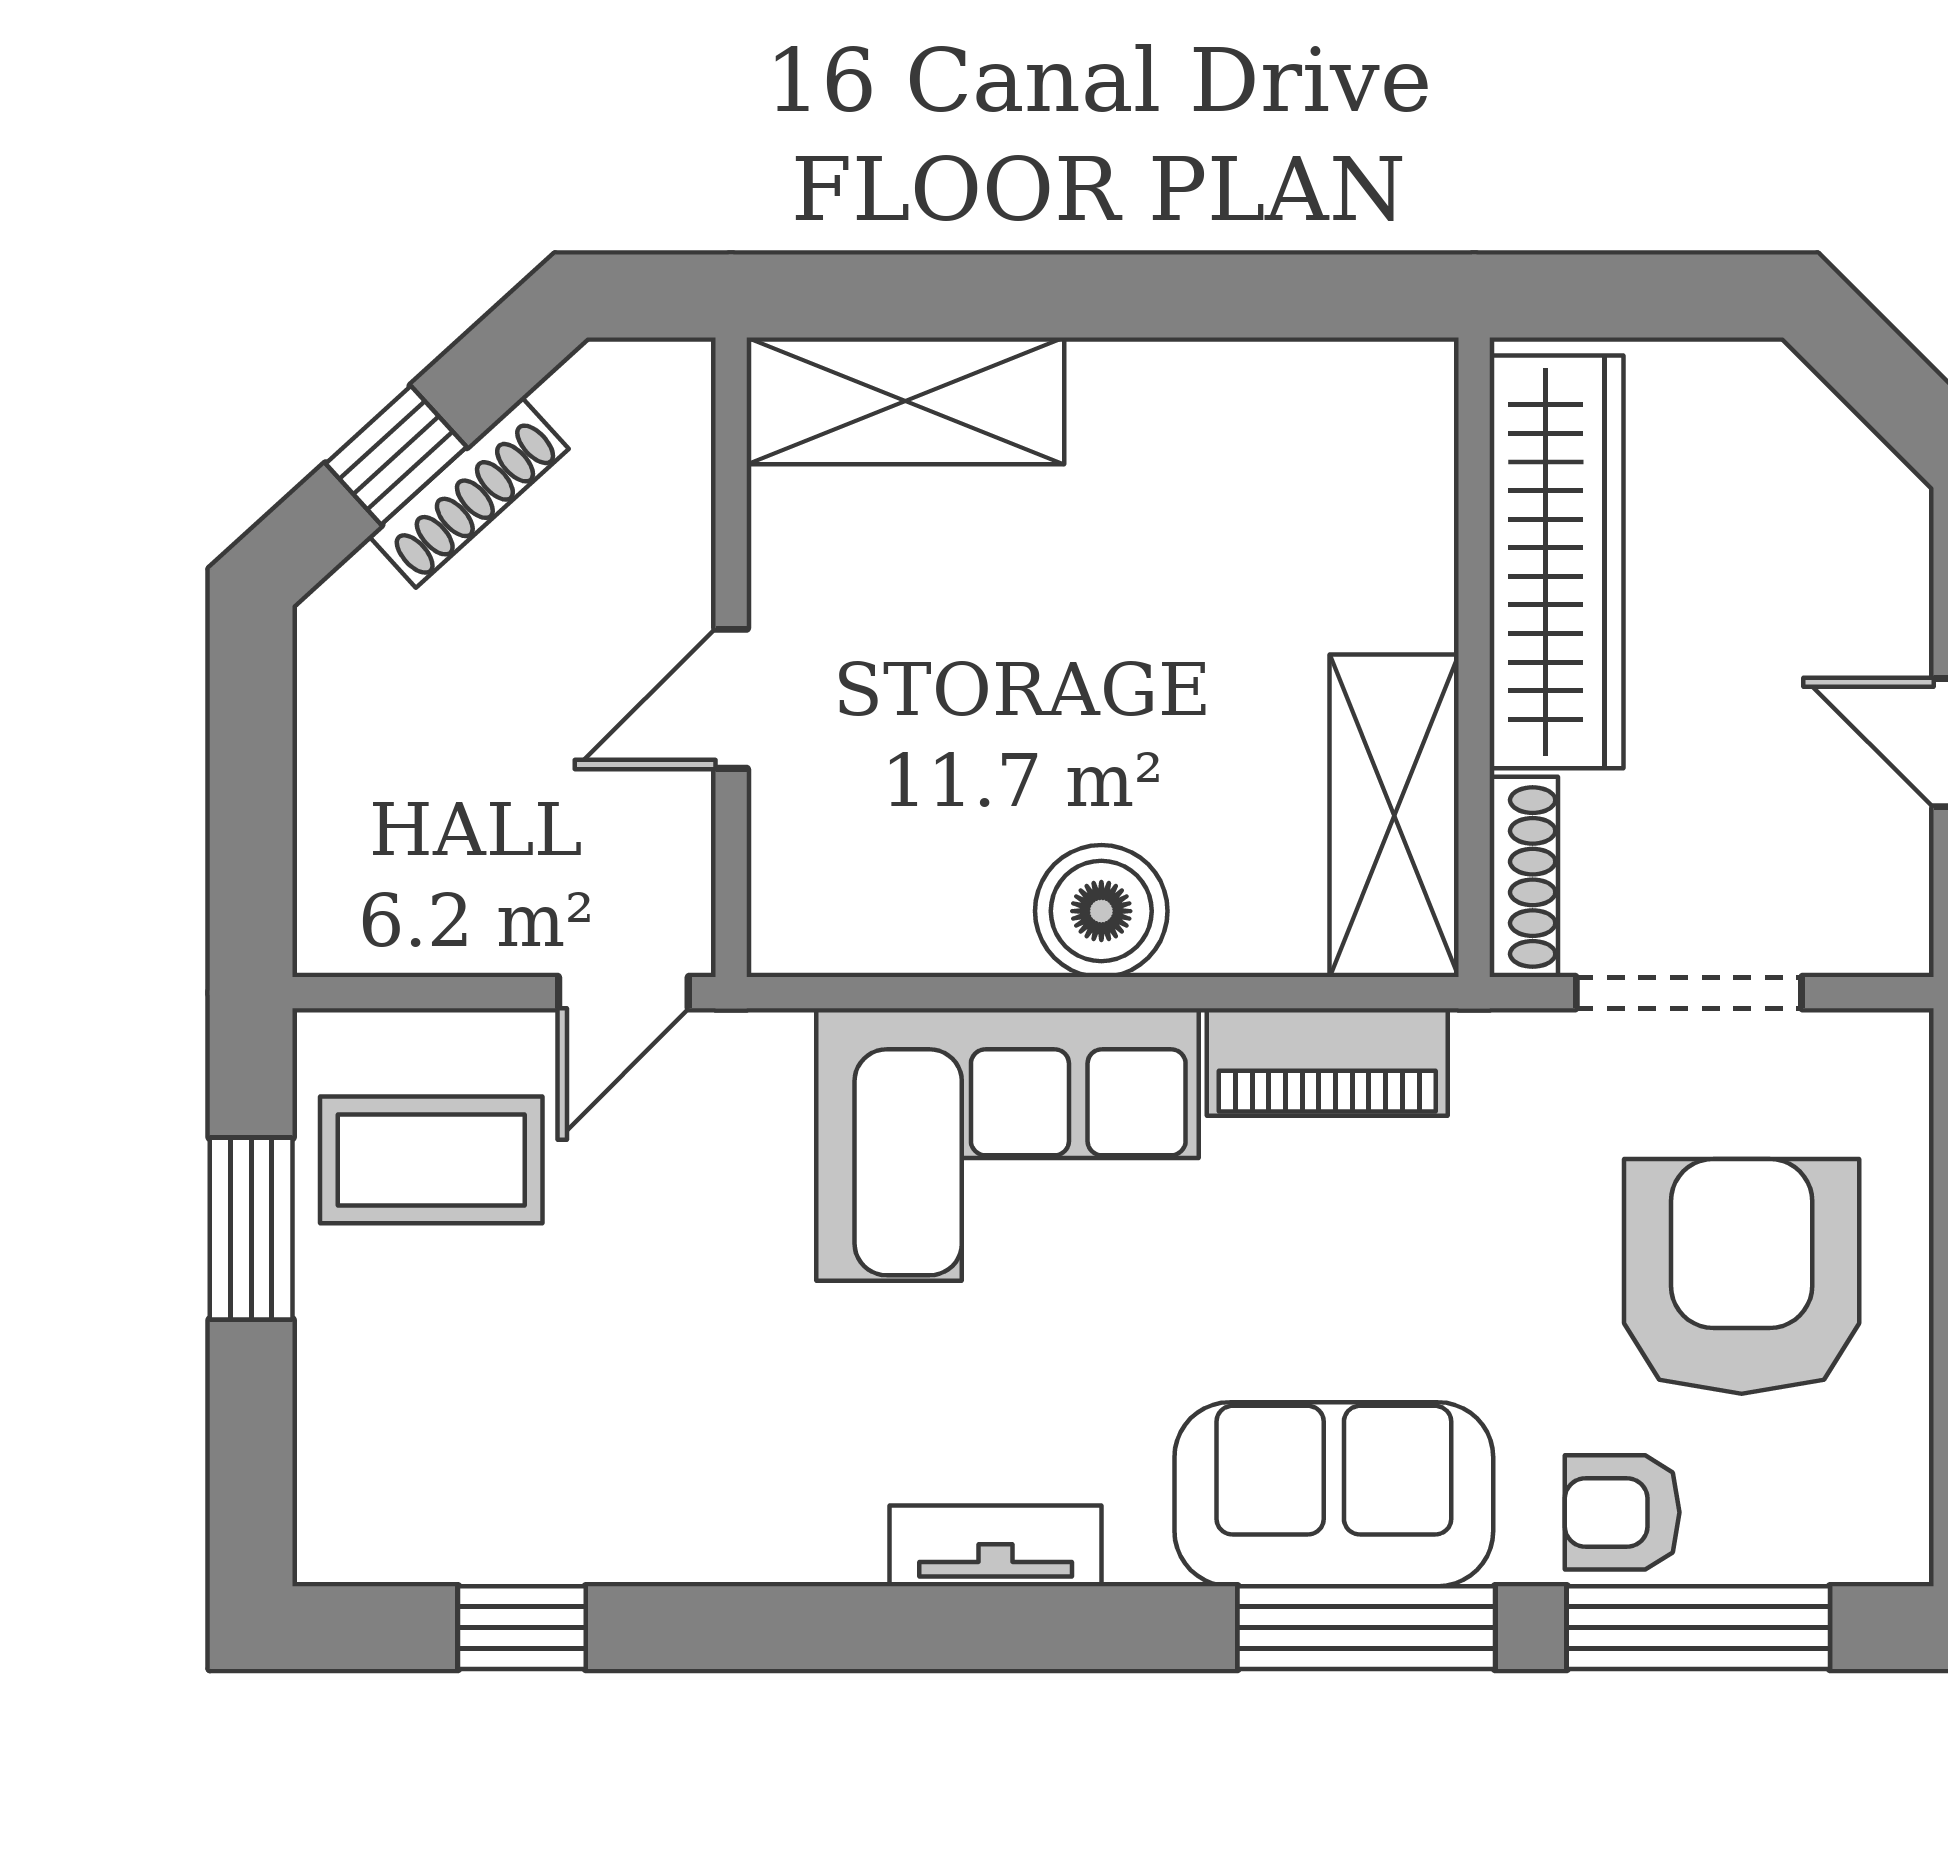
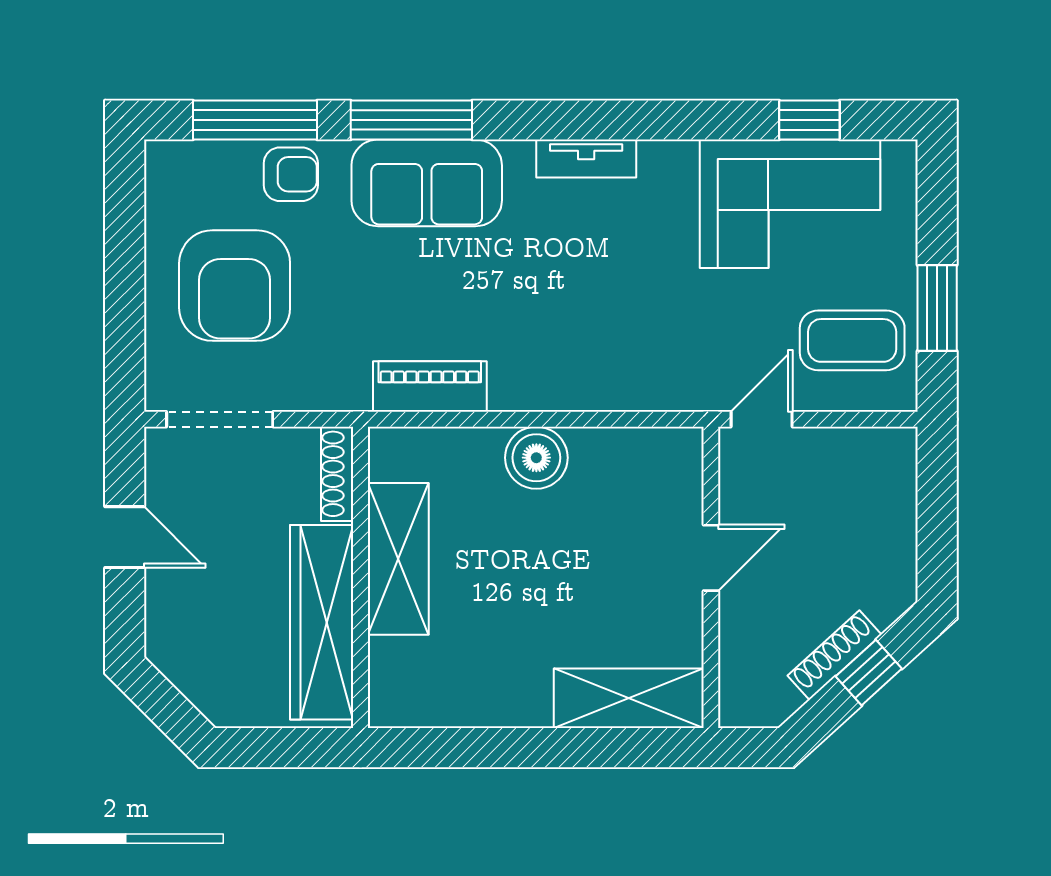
shelving: (1394, 816) -> (398, 559), moved
doorway: (1689, 993) -> (220, 419), moved
corner sofa: (1008, 1145) -> (790, 204), moved, turned 180

